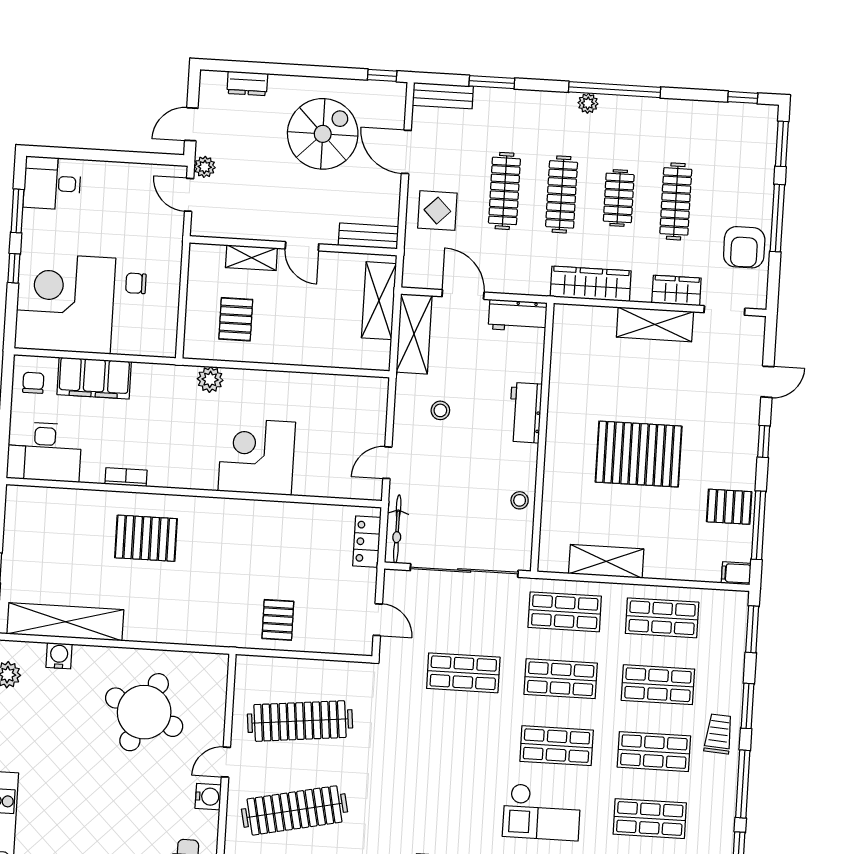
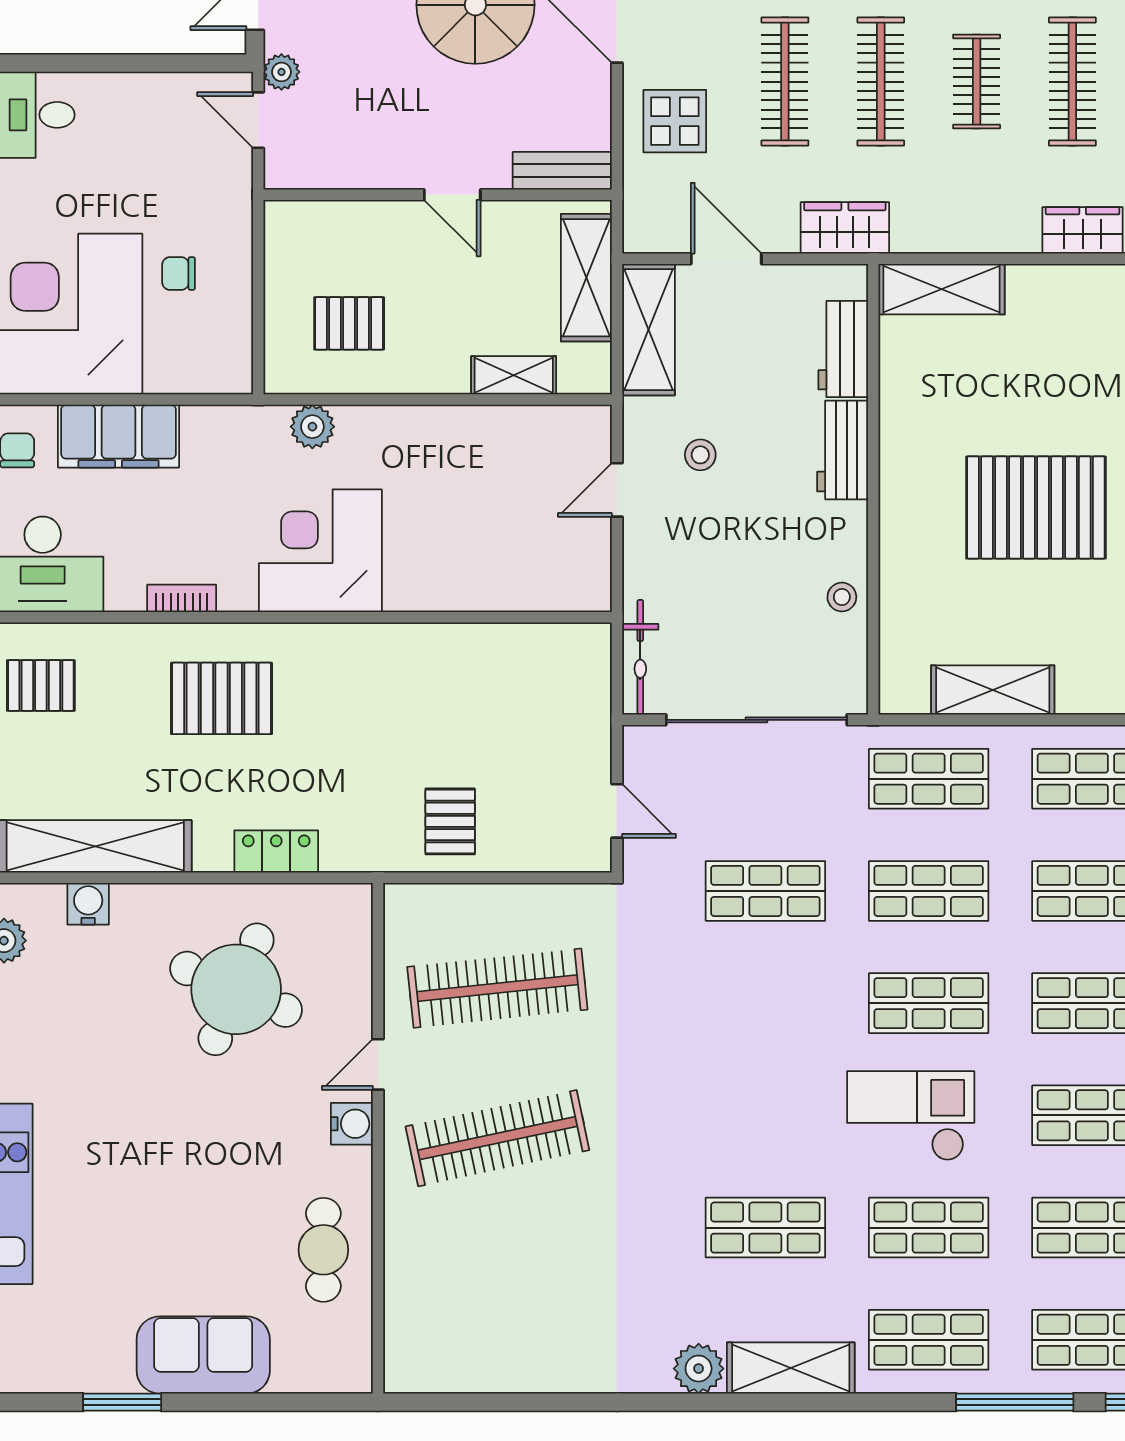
shelving: (251, 258) -> (514, 375), moved
wardrobe: (591, 284) -> (845, 228), moved, width x0.67
workbench: (518, 316) -> (843, 349), moved, turned 90
pallet: (236, 319) -> (349, 323), turned 90
shelving: (655, 324) -> (942, 289), moved
corner desk: (257, 457) -> (320, 551), moved
door: (387, 463) -> (617, 490), moved
pallet: (39, 524) -> (41, 685), added
locker: (367, 542) -> (276, 851), moved, turned 90
checkout: (542, 812) -> (911, 1116), turned 180

